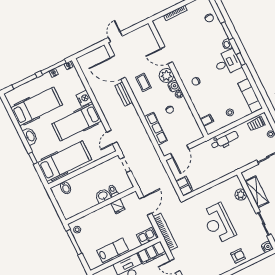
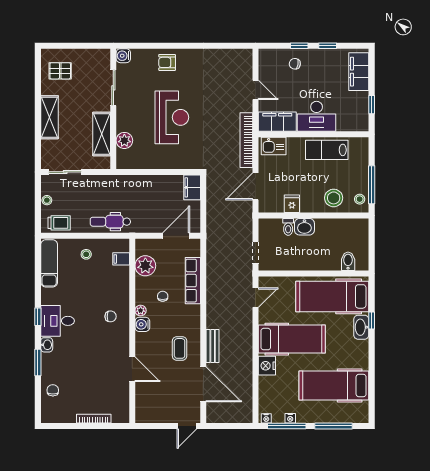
plant: (166, 75) -> (145, 266), moved
washbasin: (30, 136) -> (361, 327), moved
stool: (94, 223) -> (334, 198), added

